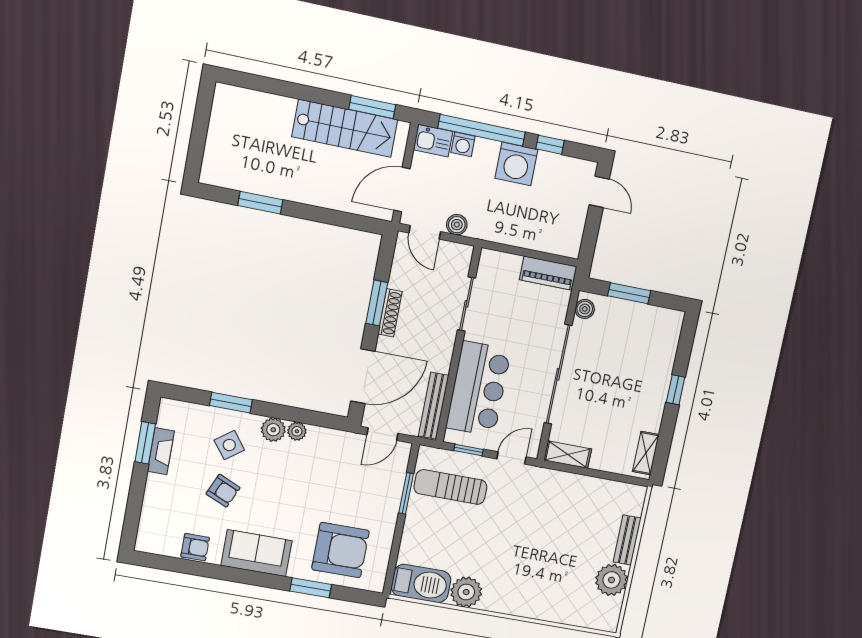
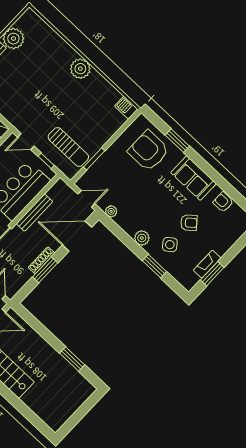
bench: (434, 406) -> (35, 213), moved
plant: (297, 431) -> (111, 211), moved
armchair: (223, 491) -> (189, 223), turned 116
barbecue: (421, 583) -> (126, 108), width x0.53, depth x0.65
plant: (466, 592) -> (80, 69), moved

